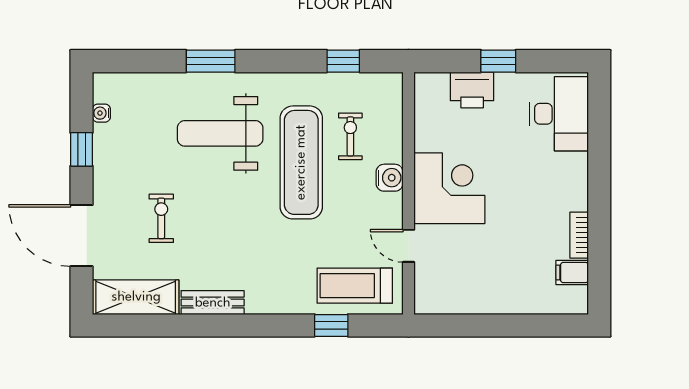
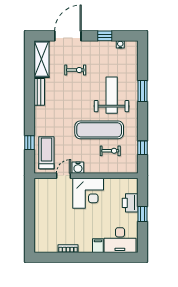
water cooler: (390, 178) -> (78, 168), moved
filing cabinet: (572, 272) -> (98, 246), moved

